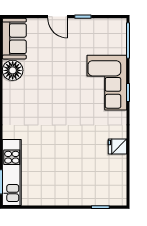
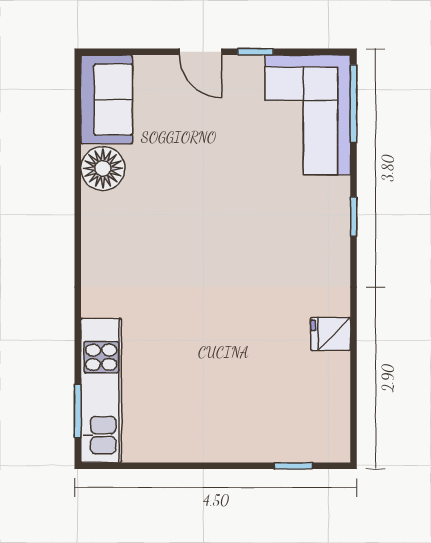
corner sofa: (107, 83) -> (308, 115), moved

